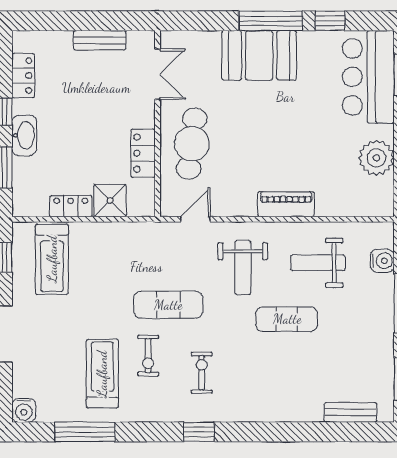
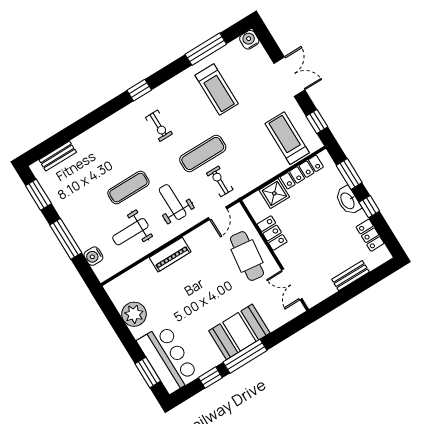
bench: (100, 40) -> (351, 276), moved
locker: (71, 206) -> (302, 172), width x1.53
weight bench: (318, 263) -> (130, 232), turned 180
exercise bike: (148, 356) -> (220, 181), moved

